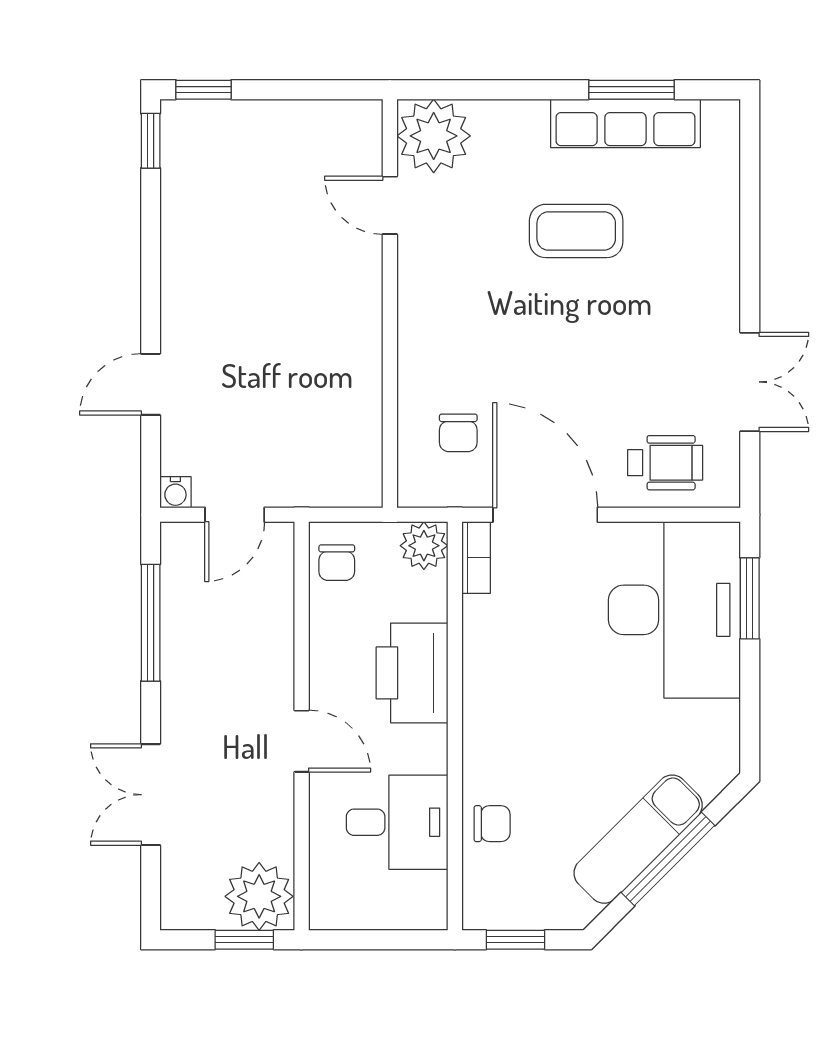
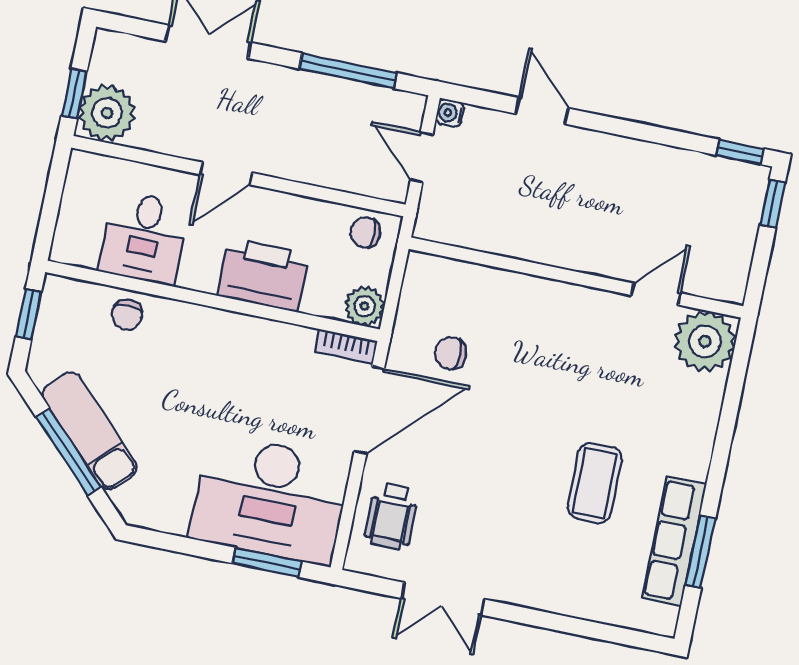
plant: (434, 136) -> (705, 341), moved
door: (390, 205) -> (656, 294), moved
wall: (390, 303) -> (576, 278), moved

